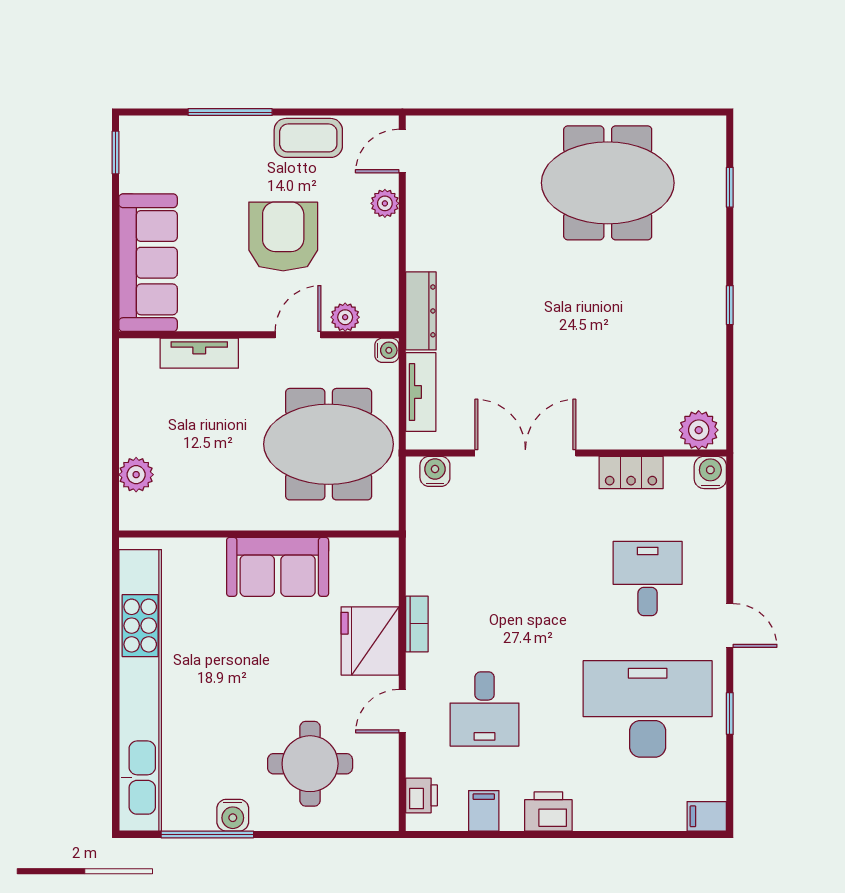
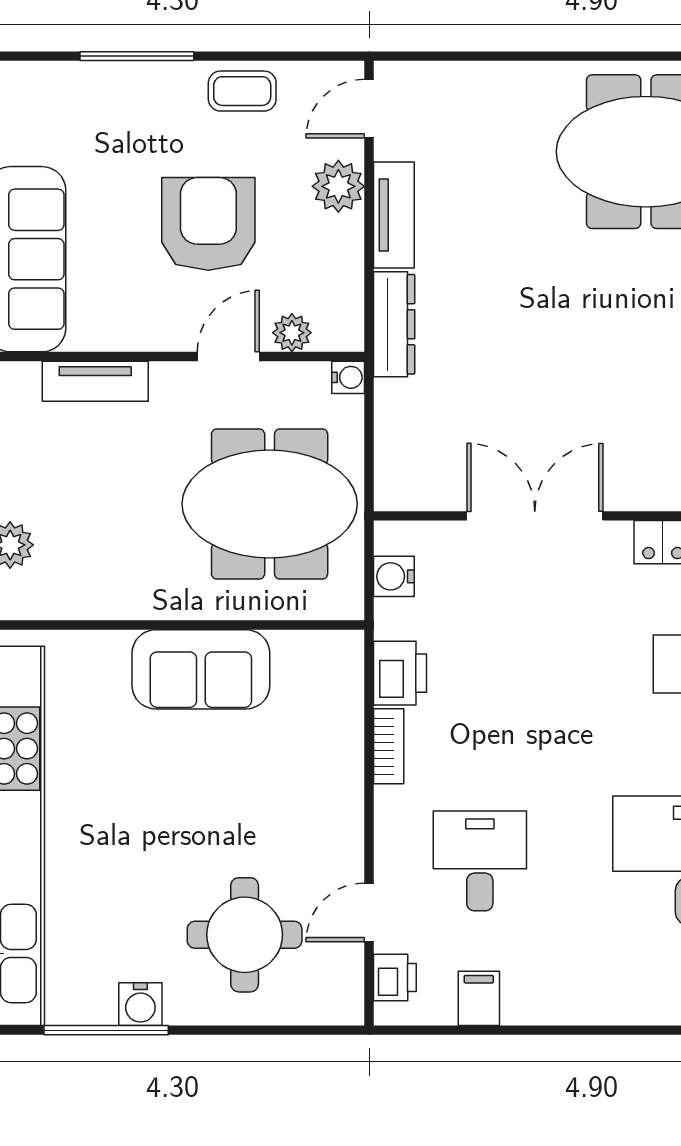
coffee table: (308, 138) -> (242, 91), width x0.73, depth x0.77
plant: (385, 203) -> (338, 186), width x1.38, depth x1.38
tv unit: (421, 392) -> (394, 215), moved
water cooler: (435, 471) -> (394, 576), moved, turned -90
fridge: (370, 641) -> (325, 769), removed
desk: (485, 709) -> (480, 861), turned 180
door: (402, 711) -> (369, 912), moved
printer: (548, 811) -> (400, 673), moved, turned 90

